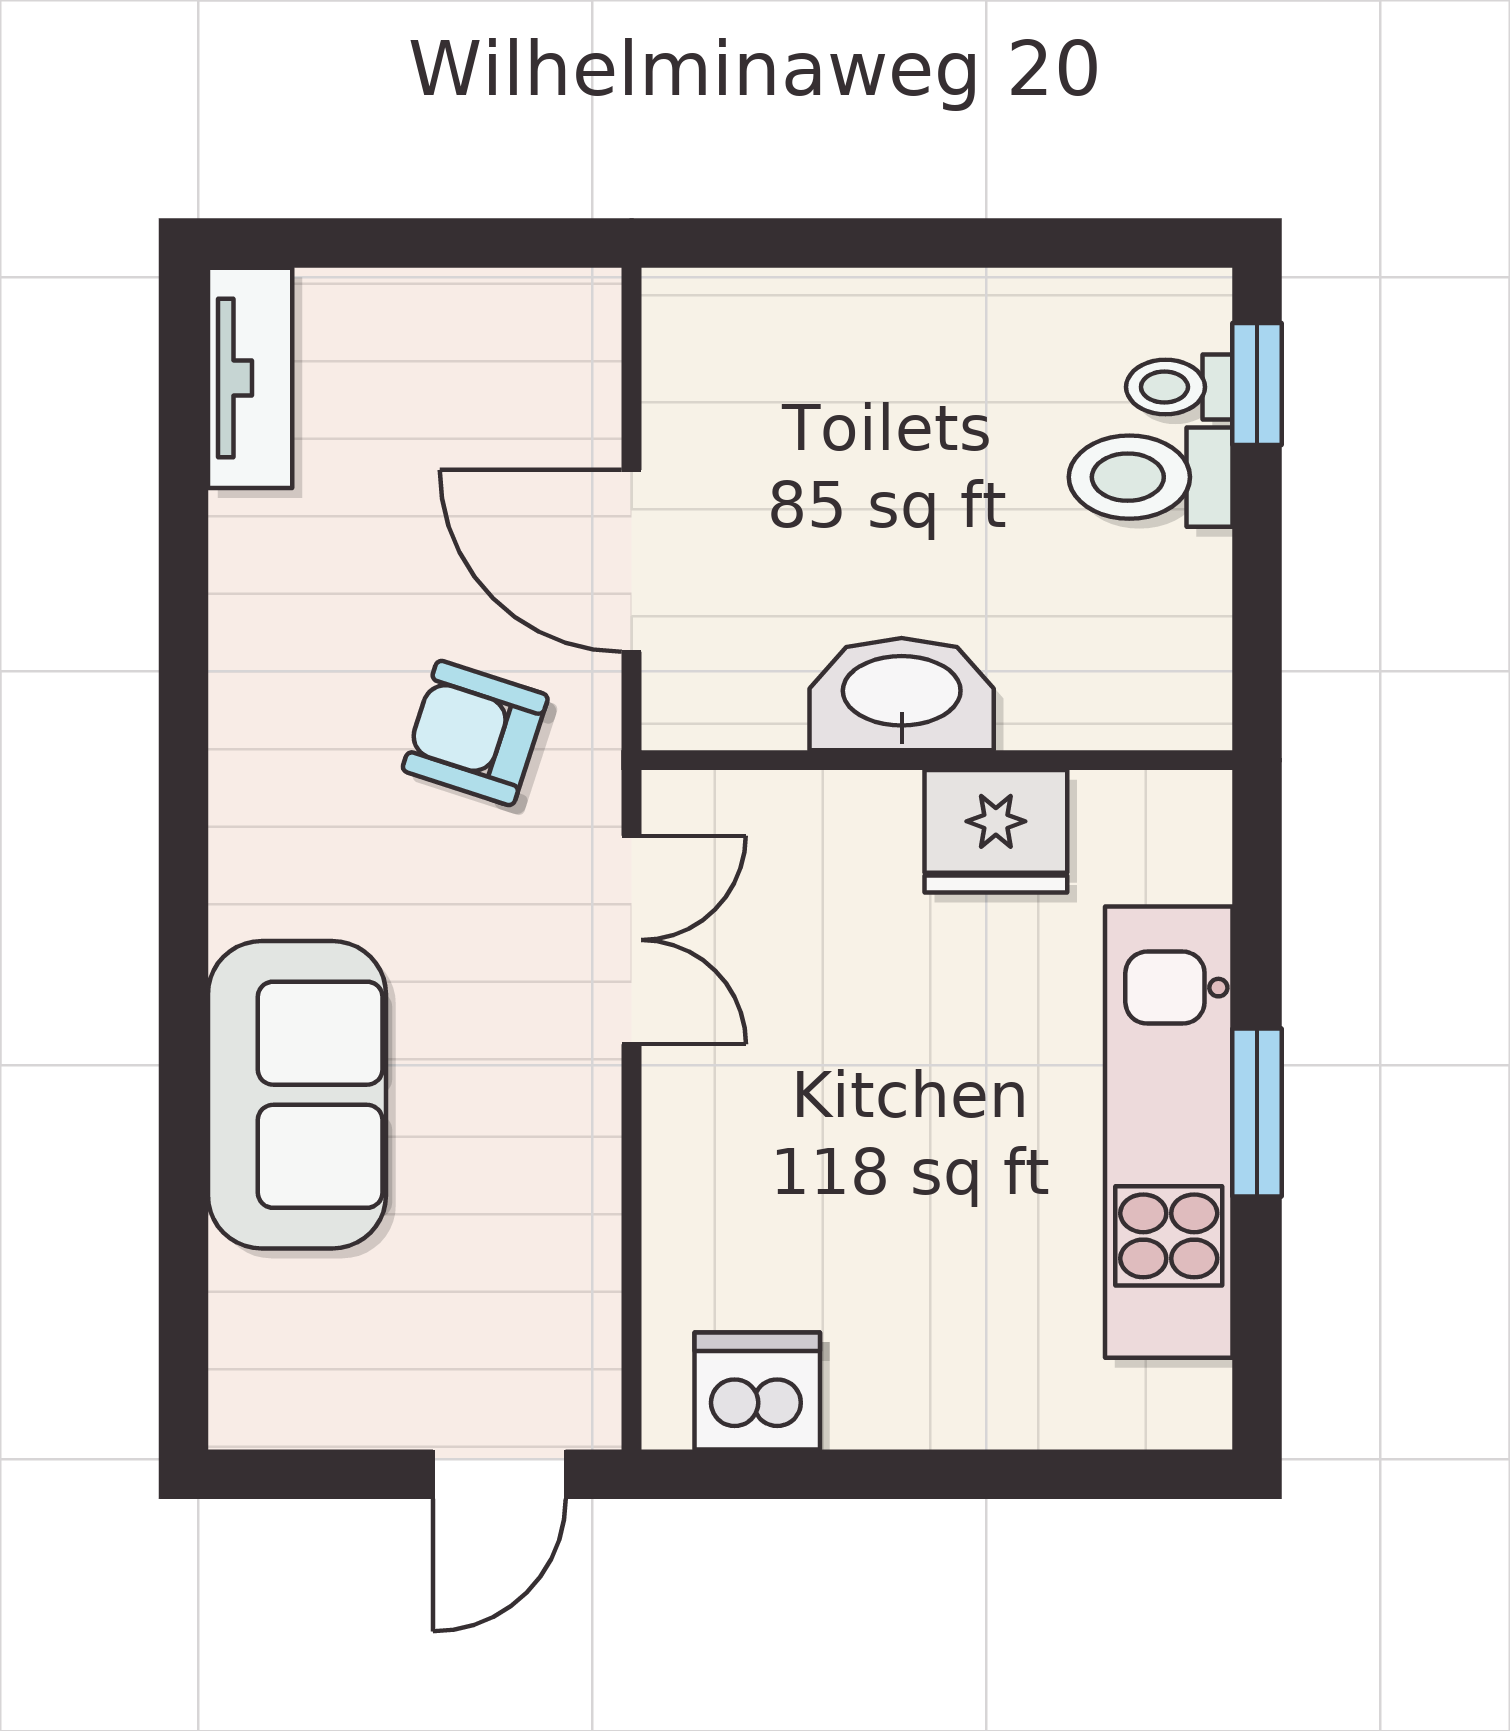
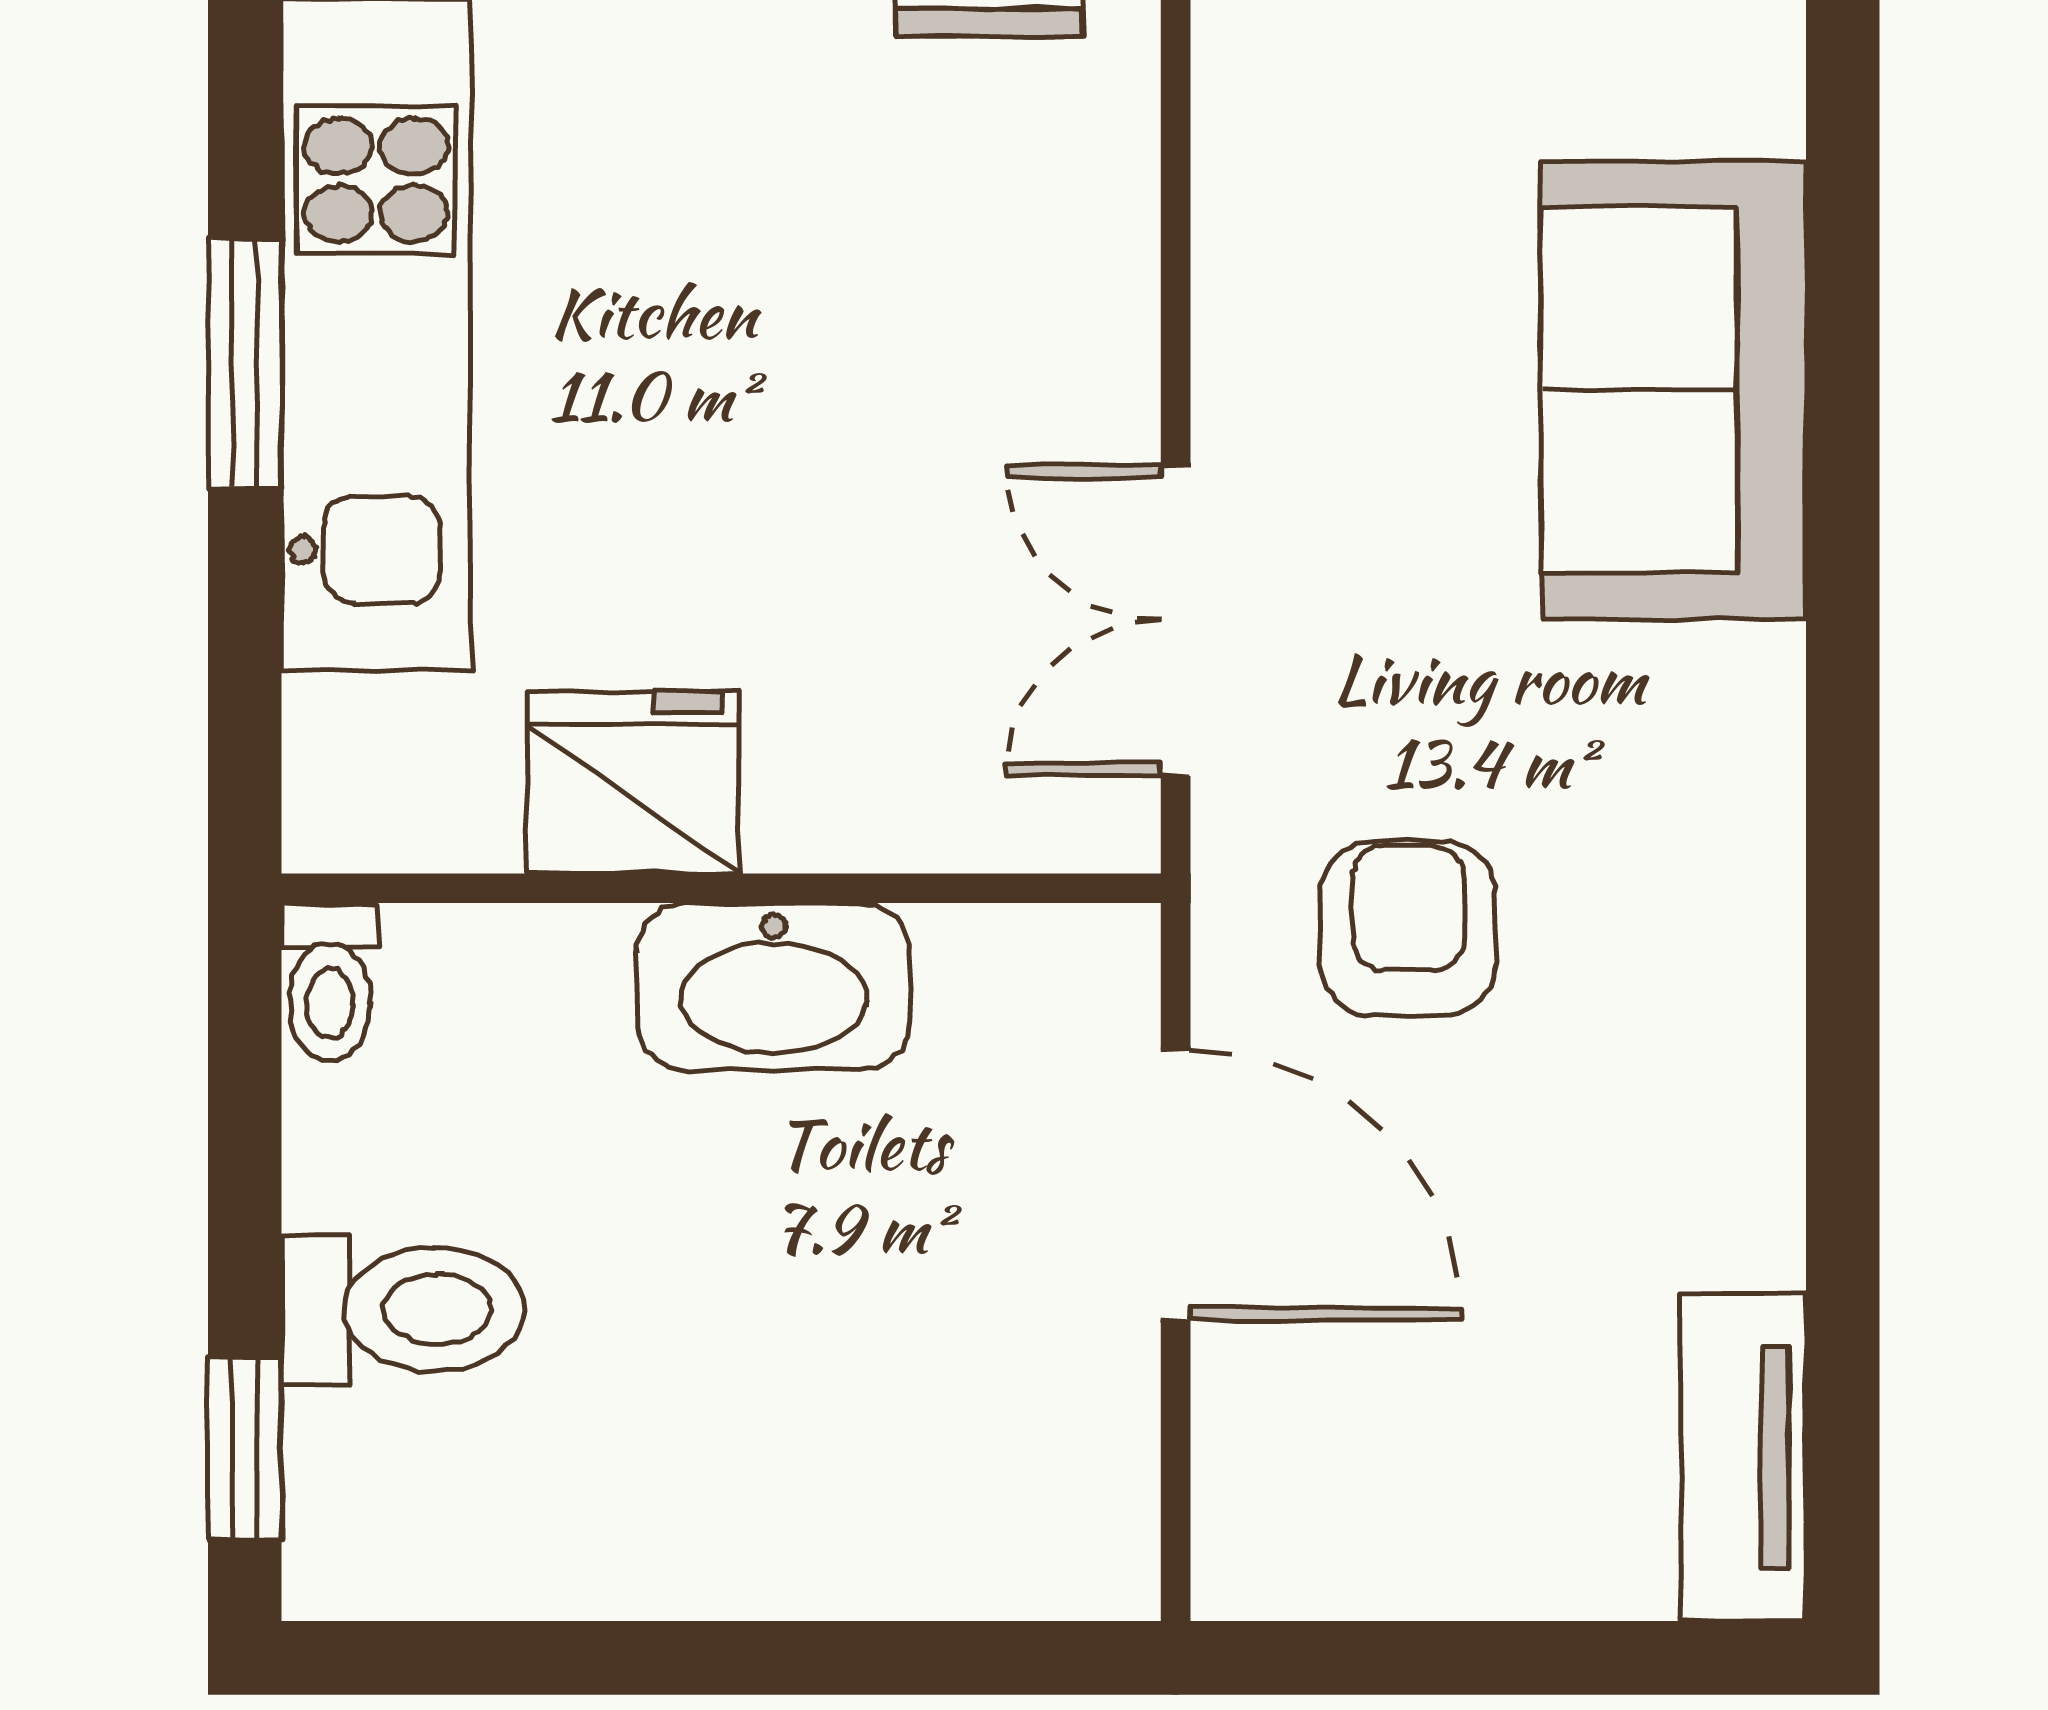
toilet: (1179, 387) -> (330, 982), moved, turned 90
armchair: (475, 733) -> (1408, 929), turned -108

